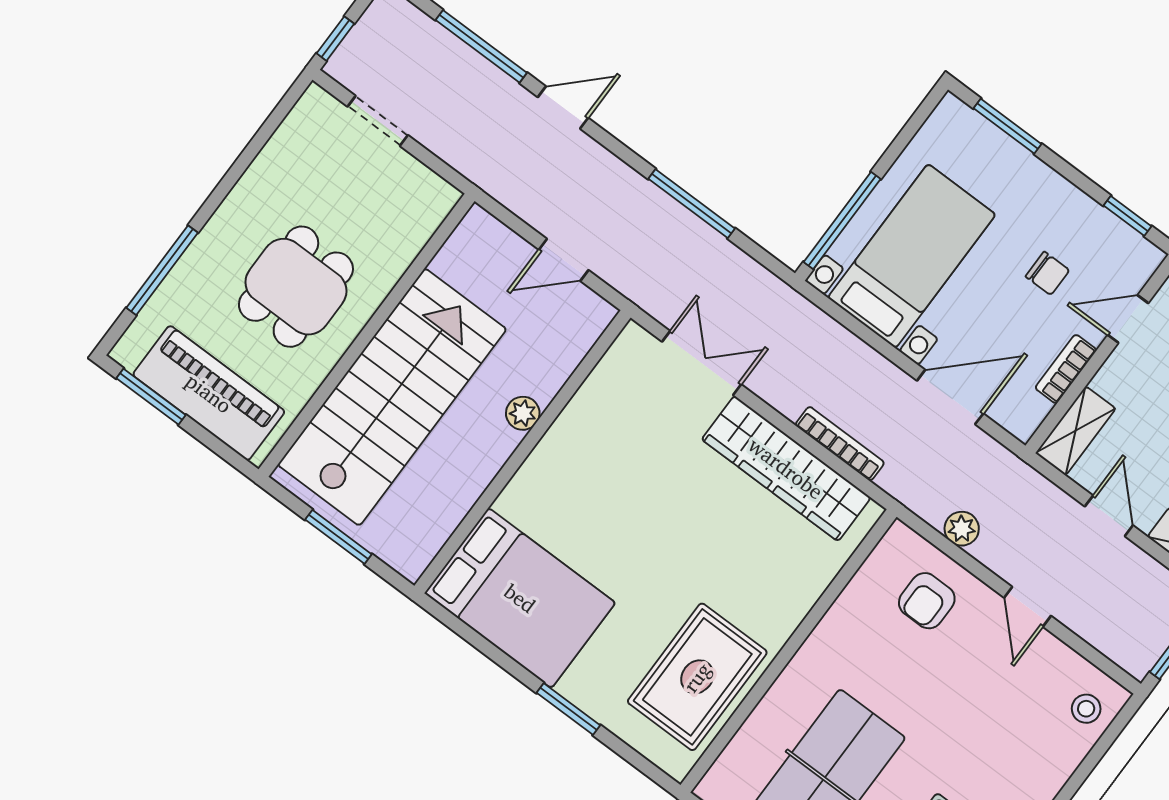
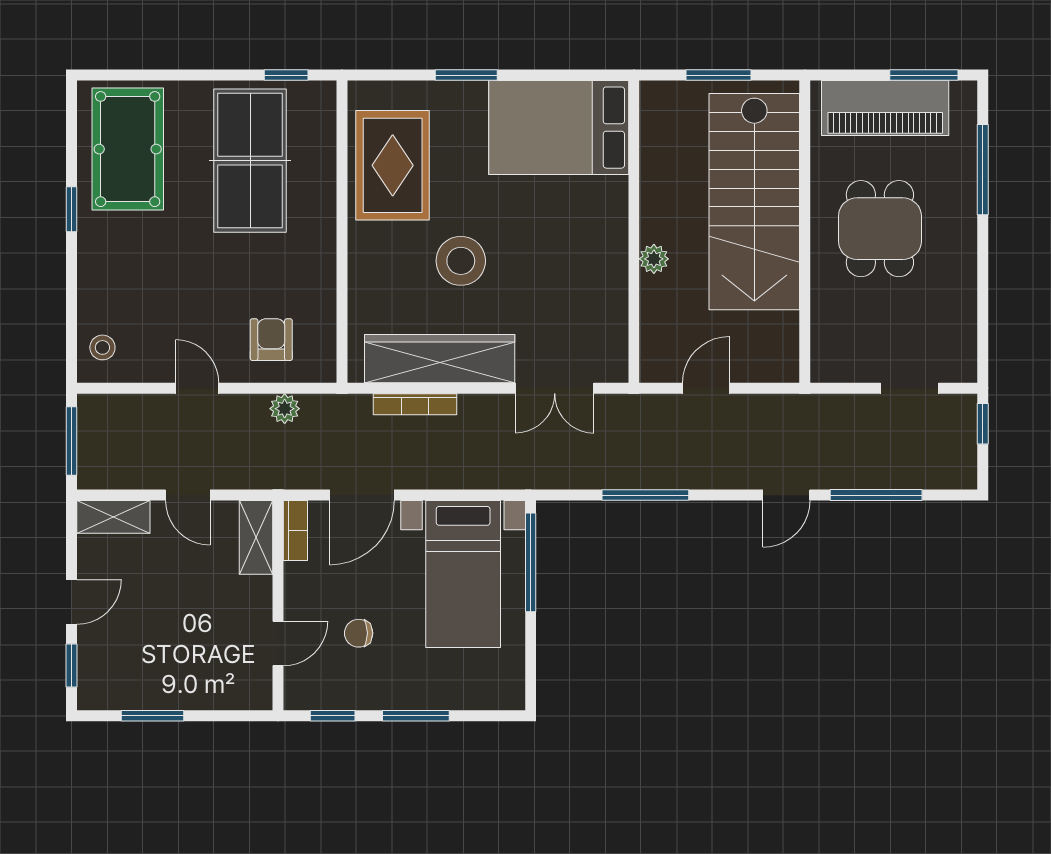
window: (1008, 126) -> (416, 716), moved
bookcase: (1066, 369) -> (295, 530), moved
stool: (700, 543) -> (461, 261), added

